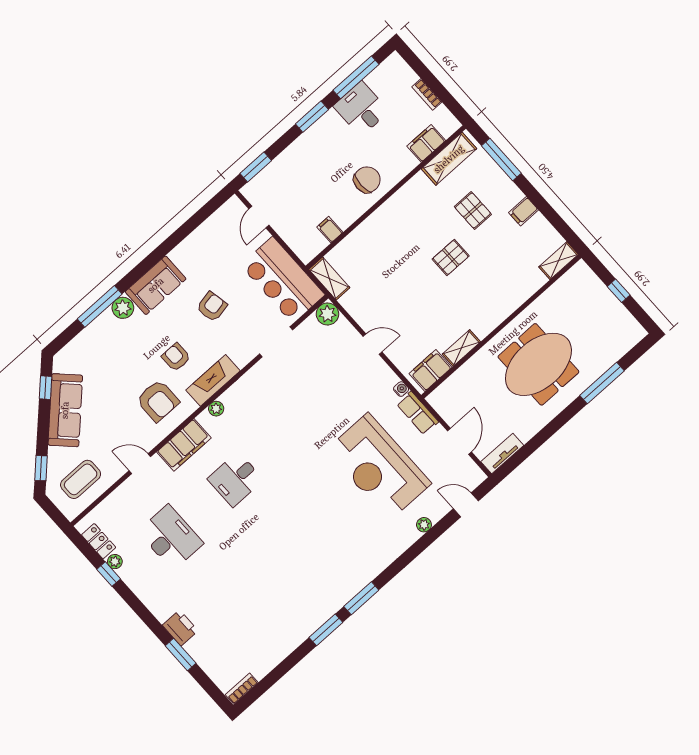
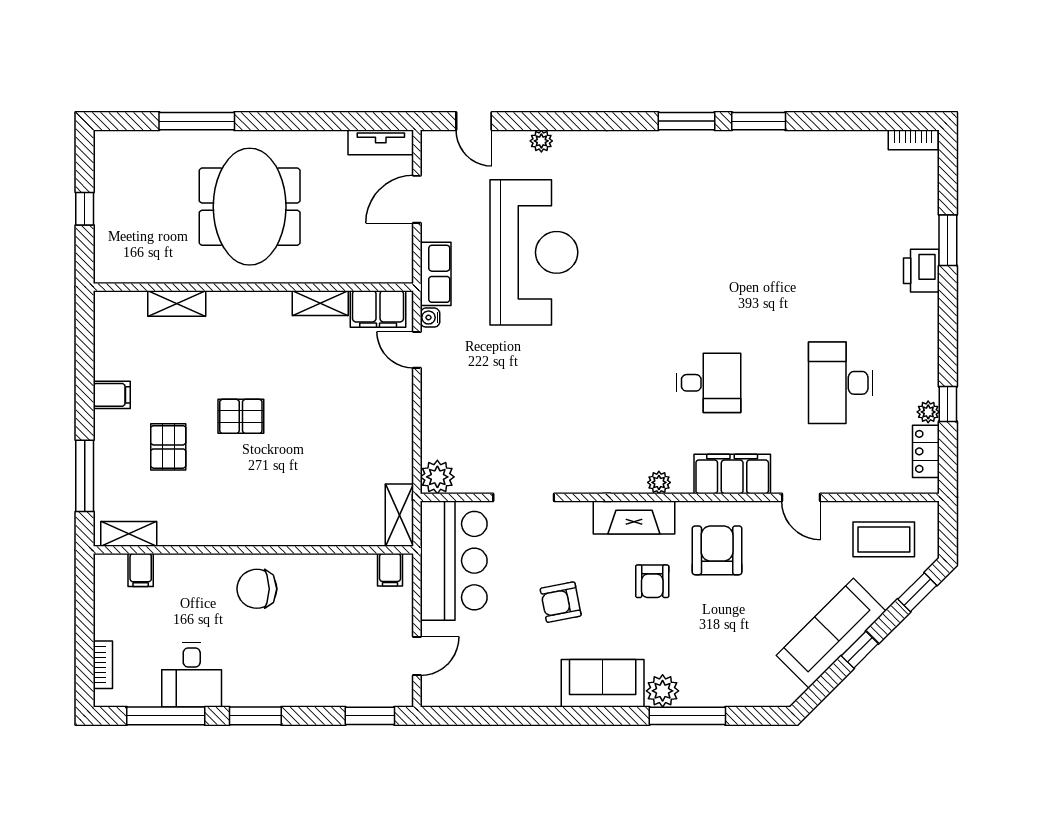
bookcase: (427, 94) -> (103, 665), moved
filing cabinet: (426, 143) -> (141, 570), width x0.50
shelving: (449, 159) -> (129, 534), width x0.67, depth x0.75
filing cabinet: (330, 230) -> (390, 570), moved
shelving: (559, 261) -> (177, 303), moved
door: (372, 344) -> (417, 350), moved
meeting table: (538, 364) -> (250, 207), turned 90
window: (45, 388) -> (860, 650), moved

